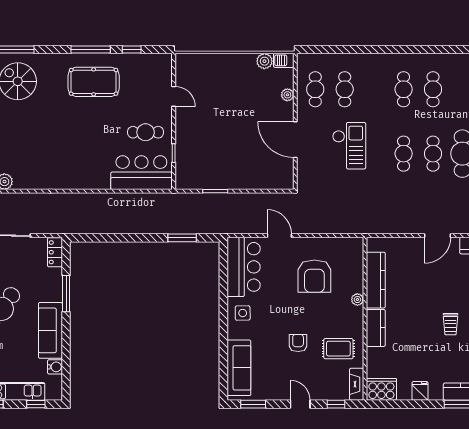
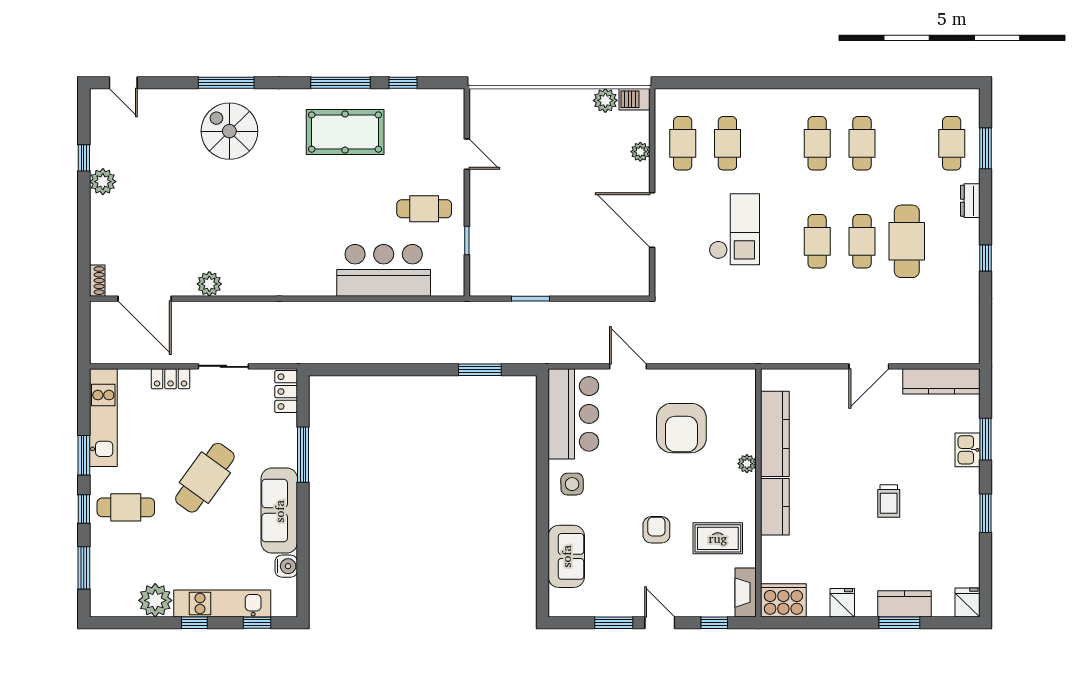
bar counter: (141, 173) -> (384, 270), moved
sofa: (239, 368) -> (566, 556), width x0.73
window: (253, 404) -> (614, 623), moved

